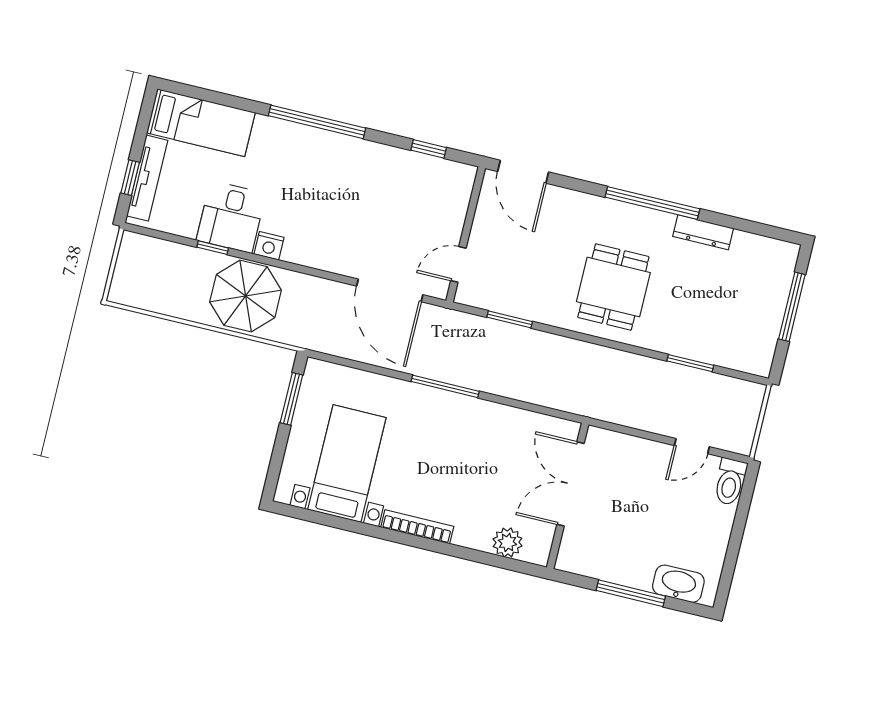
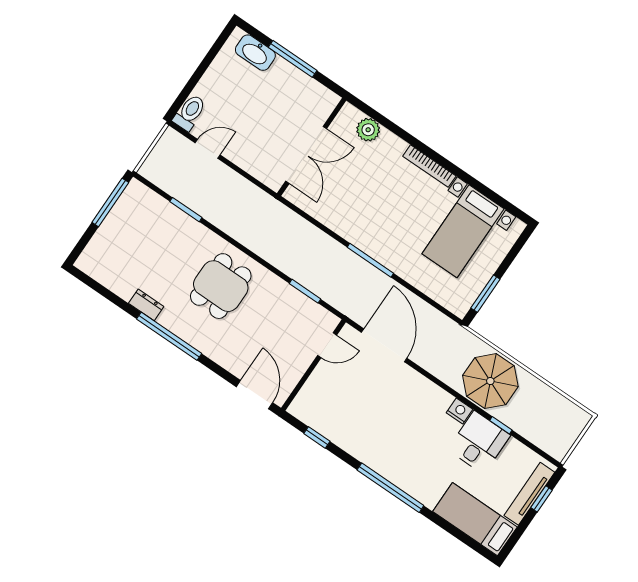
dresser: (703, 232) -> (146, 305), width x0.70
window: (792, 307) -> (110, 202), moved

